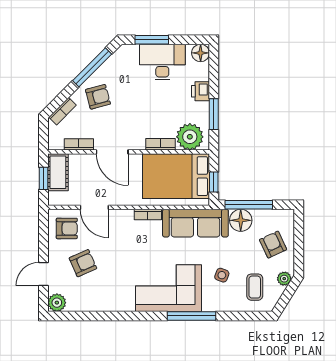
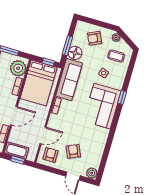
window: (249, 205) -> (67, 46), width x0.69
window: (192, 316) -> (122, 97), width x0.46

